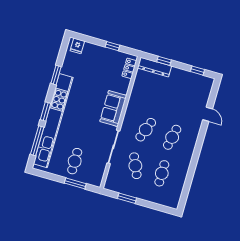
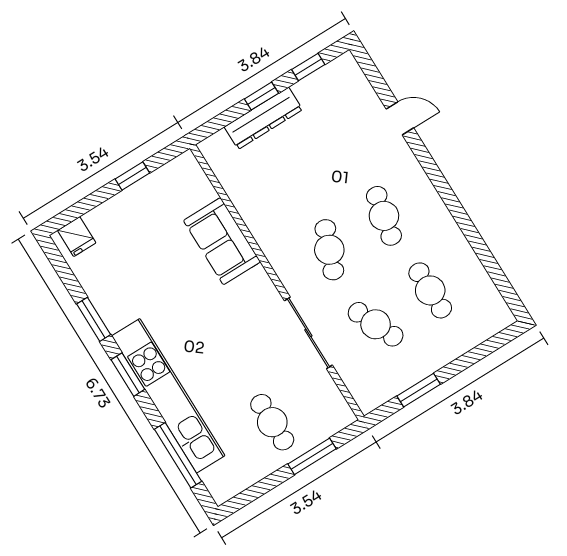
window: (164, 61) -> (261, 96), moved
dresser: (154, 67) -> (263, 118), moved
locker: (129, 68) -> (197, 182), removed
sofa: (113, 109) -> (222, 241), moved
window: (46, 111) -> (128, 375), moved
kitchen unit: (53, 121) -> (168, 396), width x0.73

